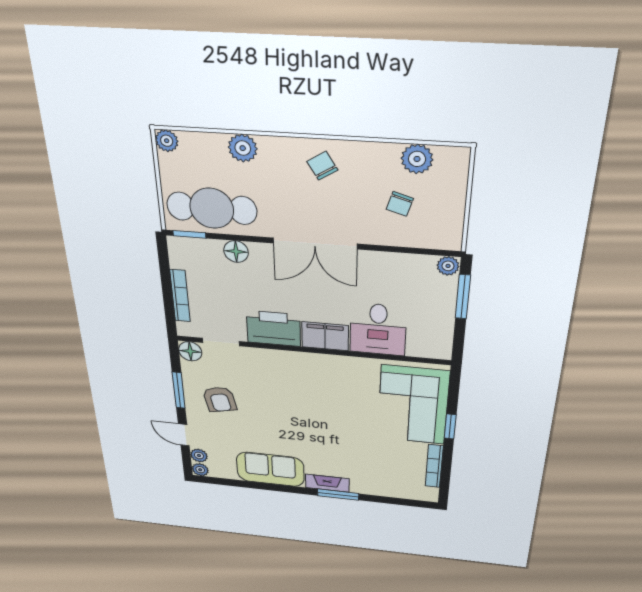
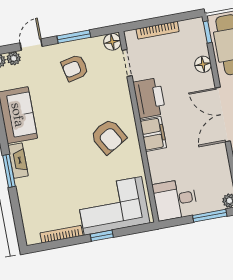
desk: (378, 329) -> (175, 199), moved
armchair: (317, 387) -> (108, 136), added

